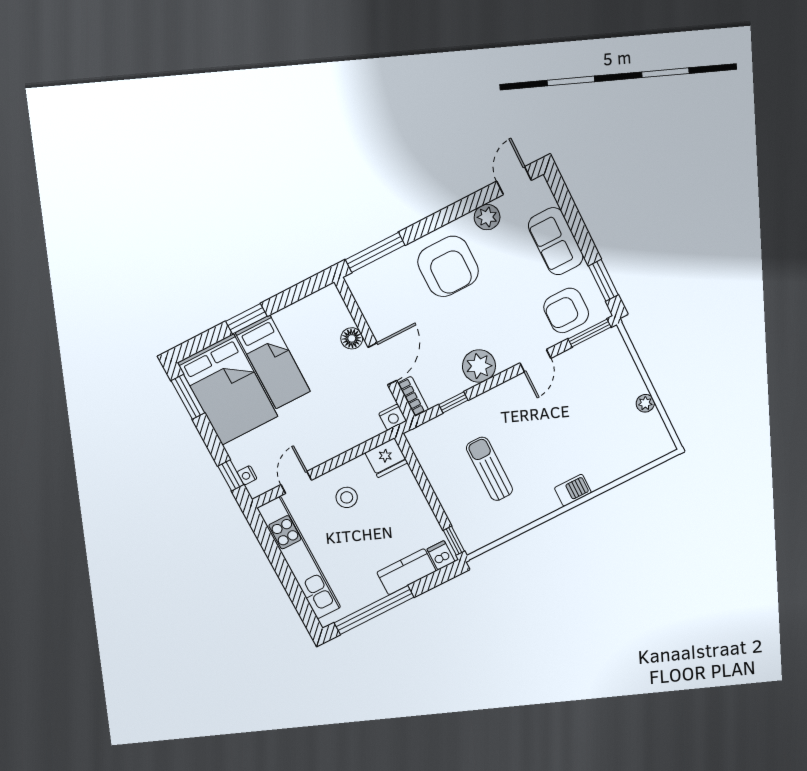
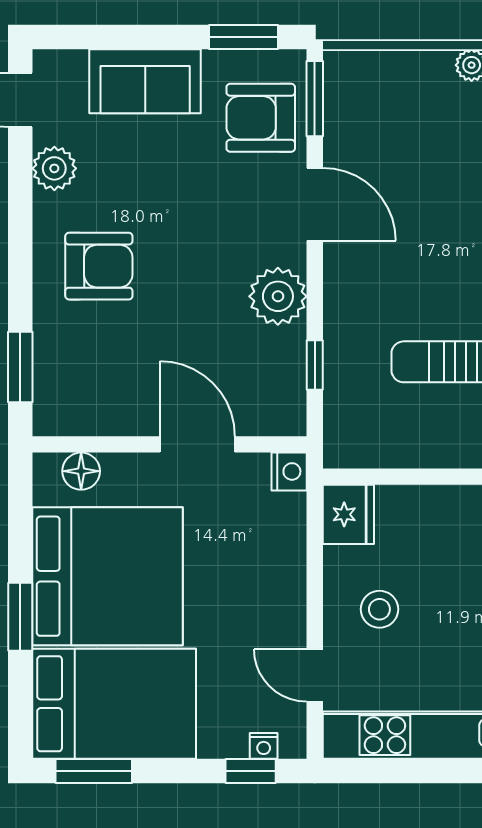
window: (375, 252) -> (20, 367), width x0.69
armchair: (448, 266) -> (99, 266), width x0.73, depth x0.73
armchair: (566, 310) -> (261, 118), turned 90
floor lamp: (352, 338) -> (81, 471), moved
door: (535, 361) -> (315, 204), width x1.38
bed: (273, 362) -> (108, 576), width x2.04
bookcase: (413, 396) -> (273, 423), removed

